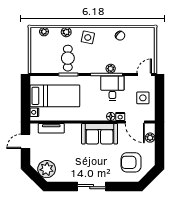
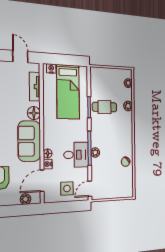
side table: (88, 37) -> (124, 128), removed
door: (144, 74) -> (90, 189), swing flipped
floor lamp: (75, 129) -> (34, 113), added

